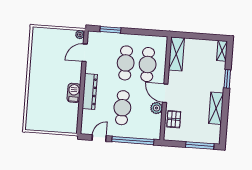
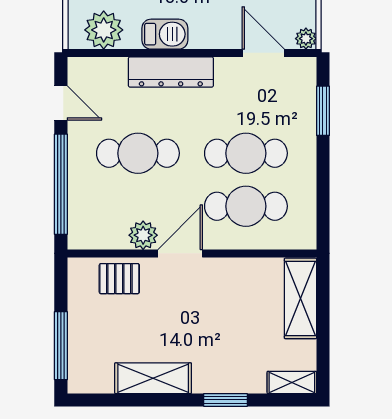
shelving: (176, 54) -> (300, 298), moved, turned 90
plant: (70, 118) -> (104, 30), added

